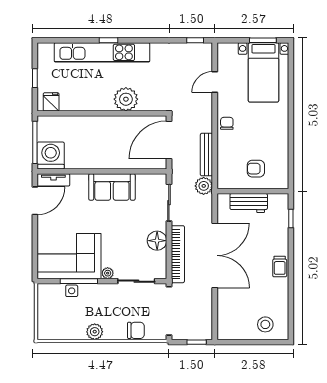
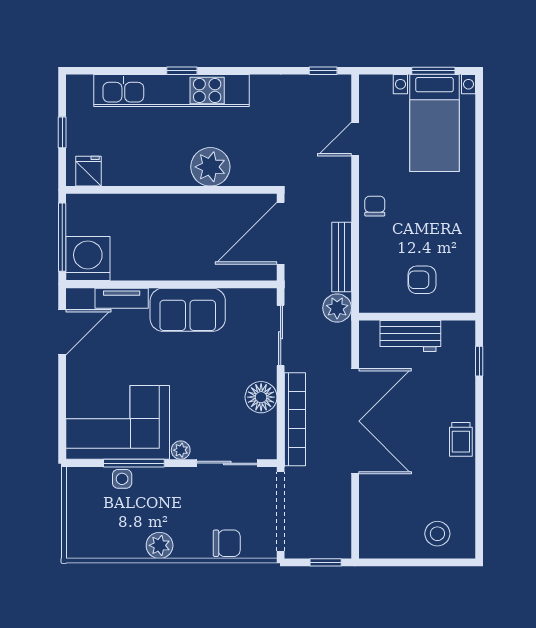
tv unit: (53, 180) -> (122, 298), moved

